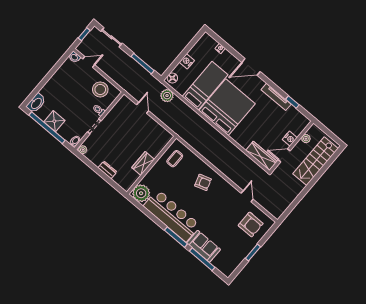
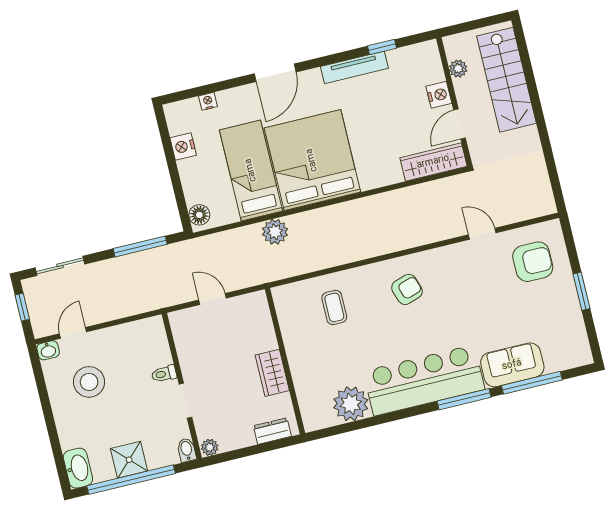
nightstand: (187, 61) -> (183, 146), moved
stool: (100, 89) -> (89, 382), moved
plant: (167, 96) -> (275, 232), moved
wardrobe: (143, 164) -> (272, 373), moved
wall: (151, 165) -> (285, 361), moved

